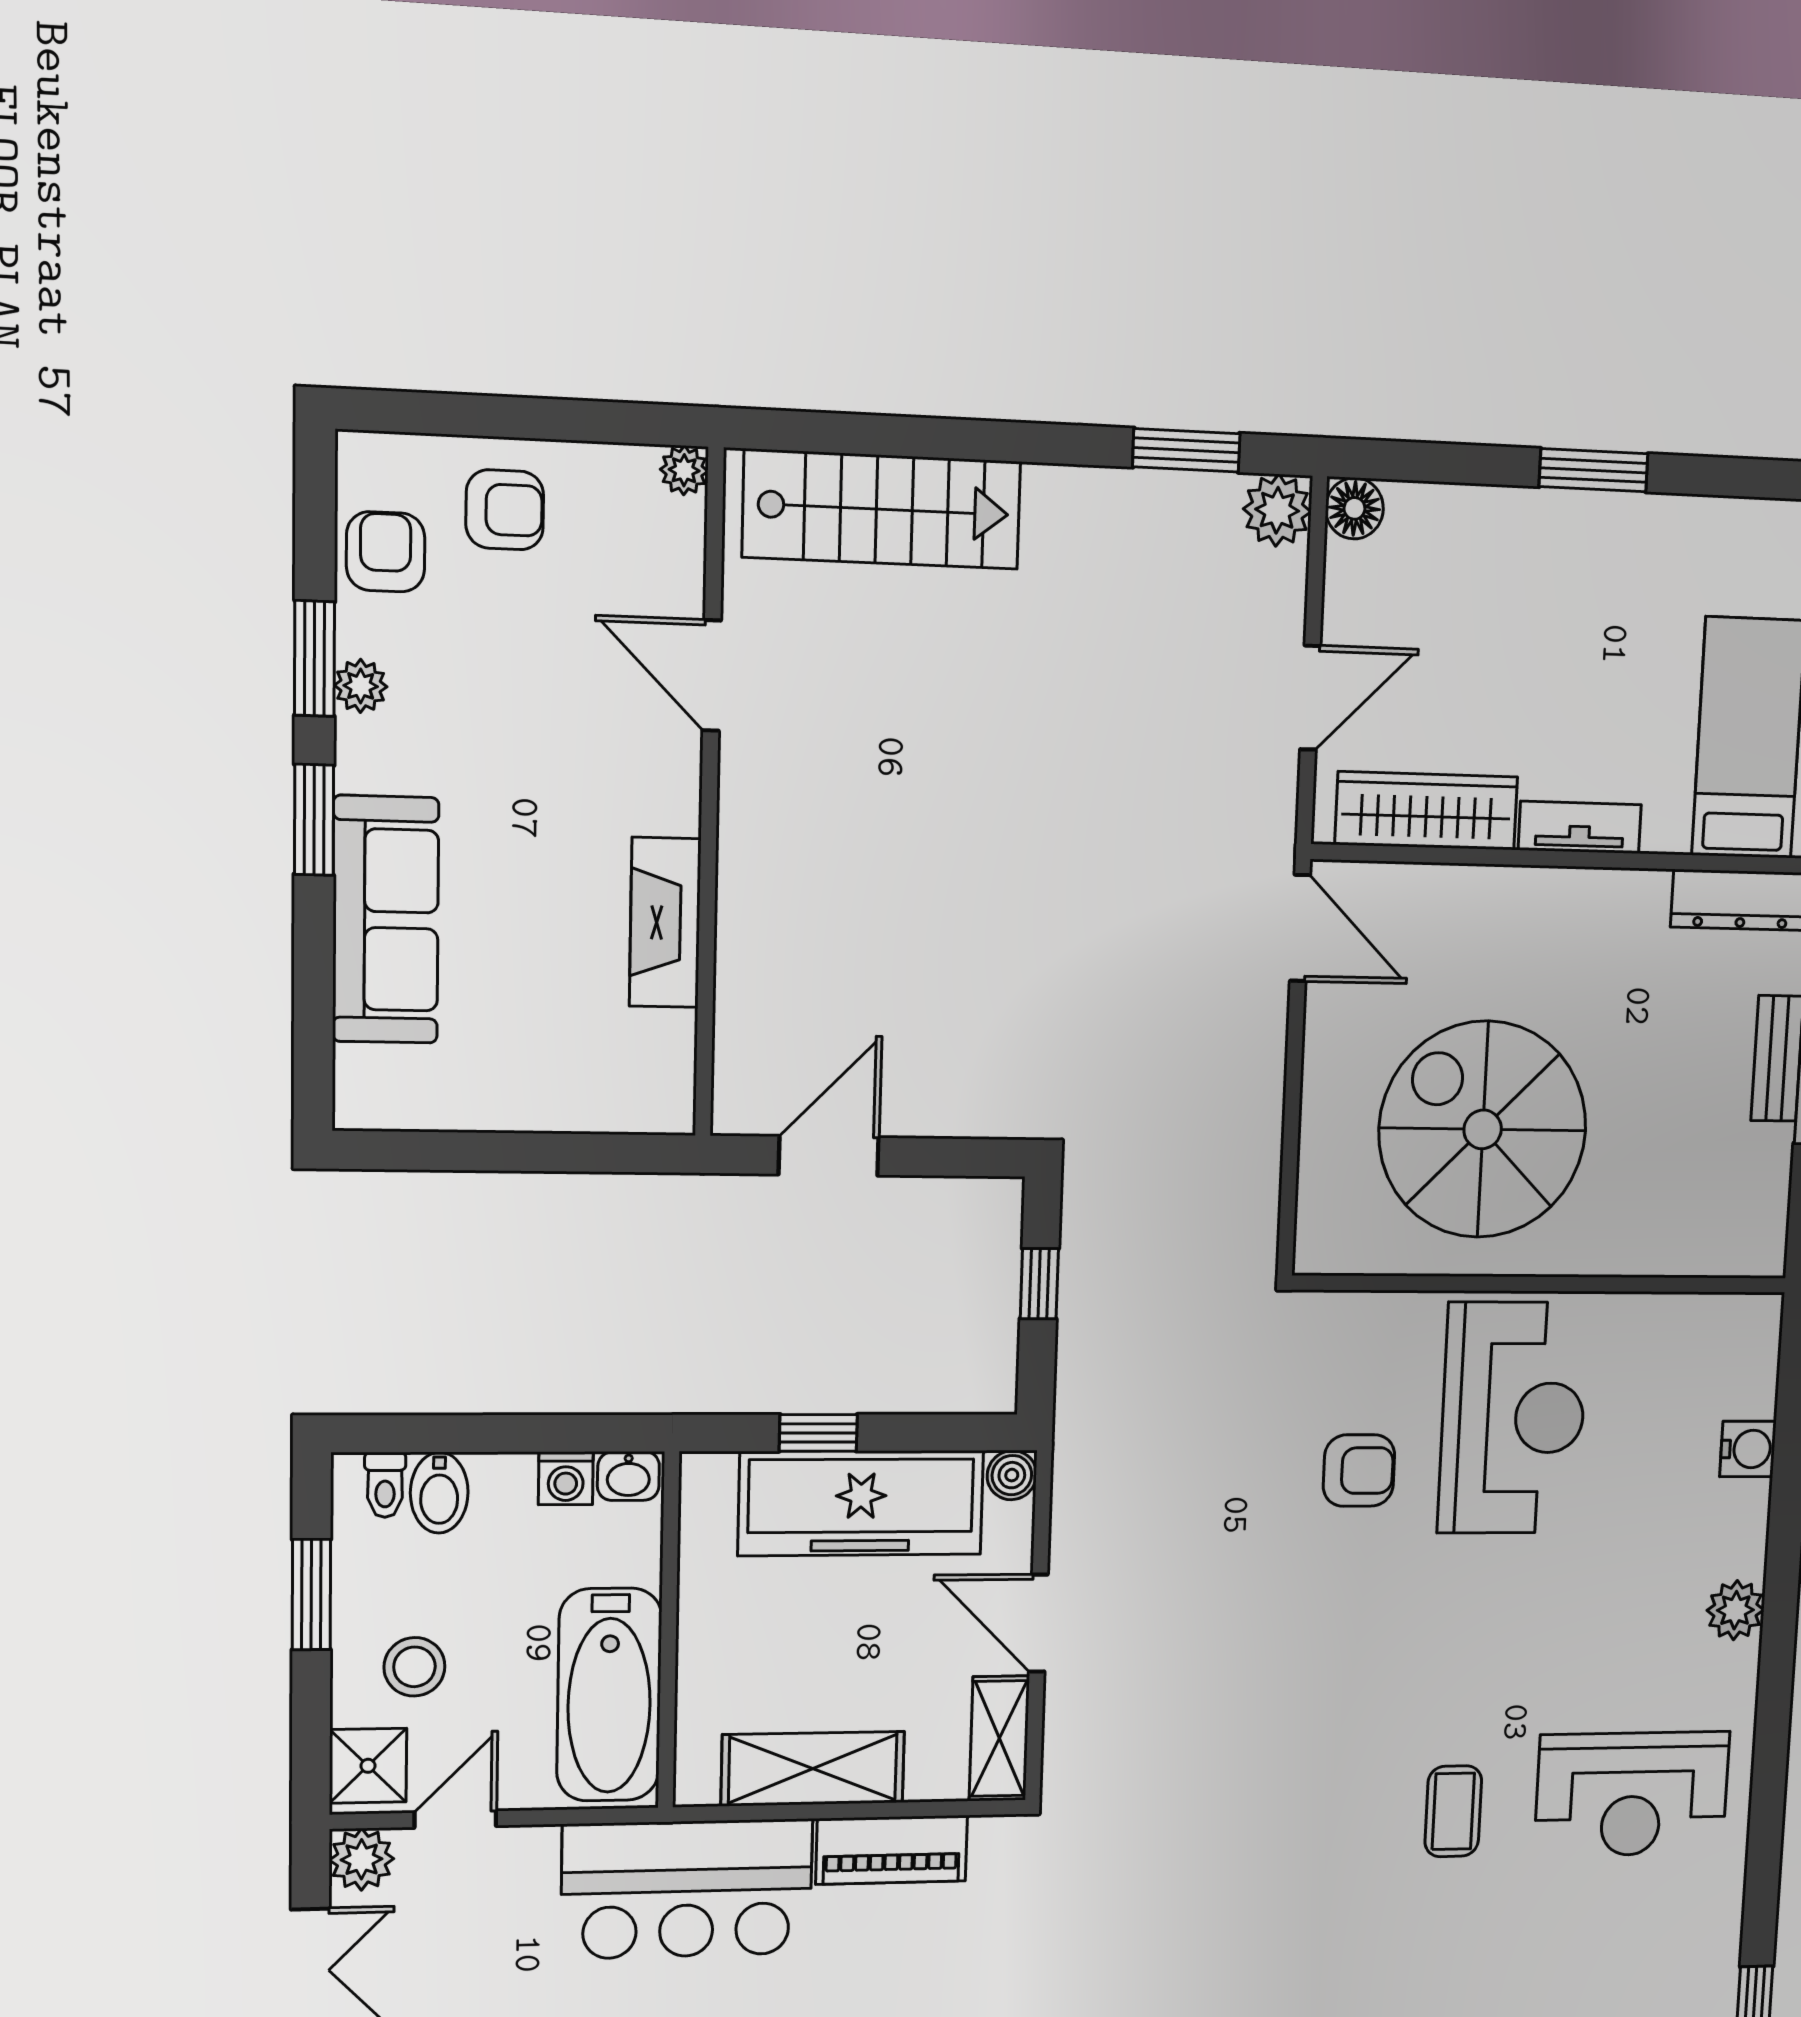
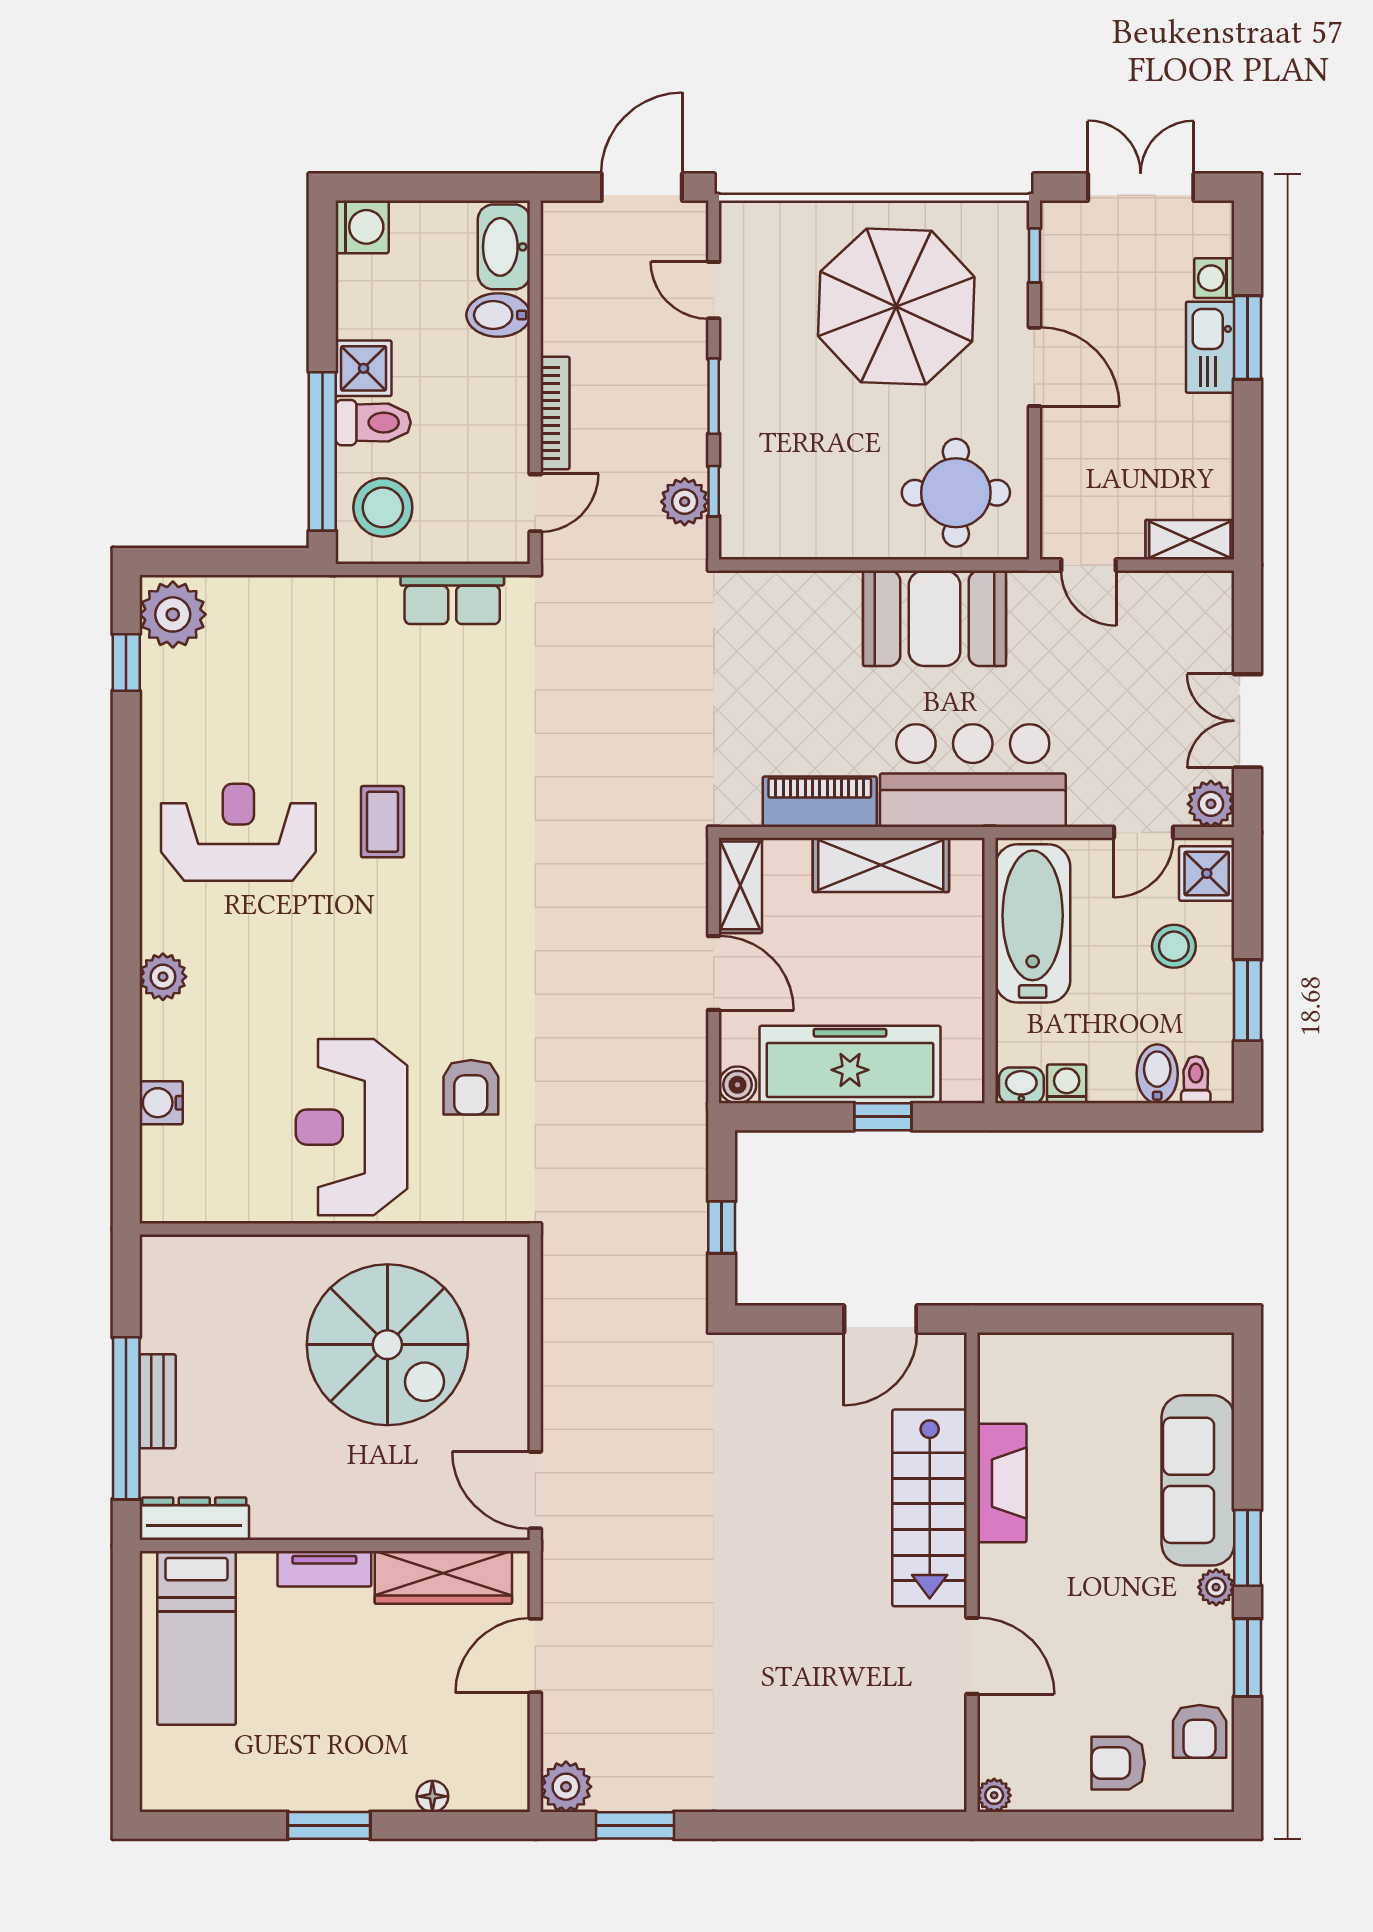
floor lamp: (1354, 508) -> (432, 1796), moved, width x0.73, depth x0.73
stairs: (882, 509) -> (930, 1508), moved, turned -90
plant: (361, 686) -> (1216, 1587), moved
armchair: (1359, 1471) -> (471, 1087), turned -90

